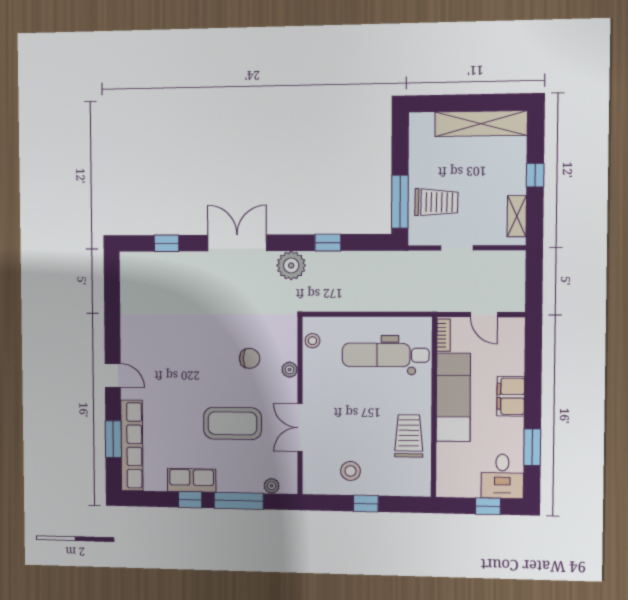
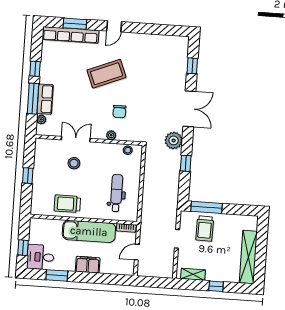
dental chair: (386, 355) -> (116, 193), width x0.73, depth x0.72
coffee table: (232, 423) -> (106, 74), moved, turned 68
trolley: (409, 436) -> (67, 204), turned 180
stool: (350, 471) -> (74, 163), moved
row of seats: (192, 480) -> (45, 99), moved

